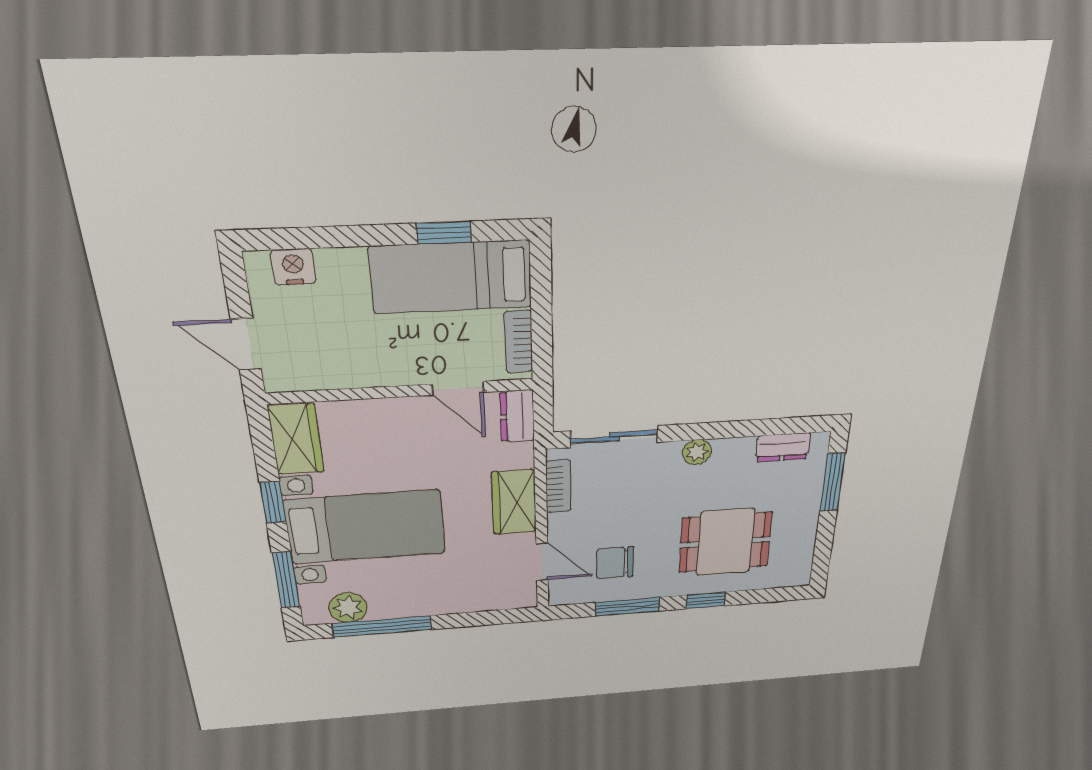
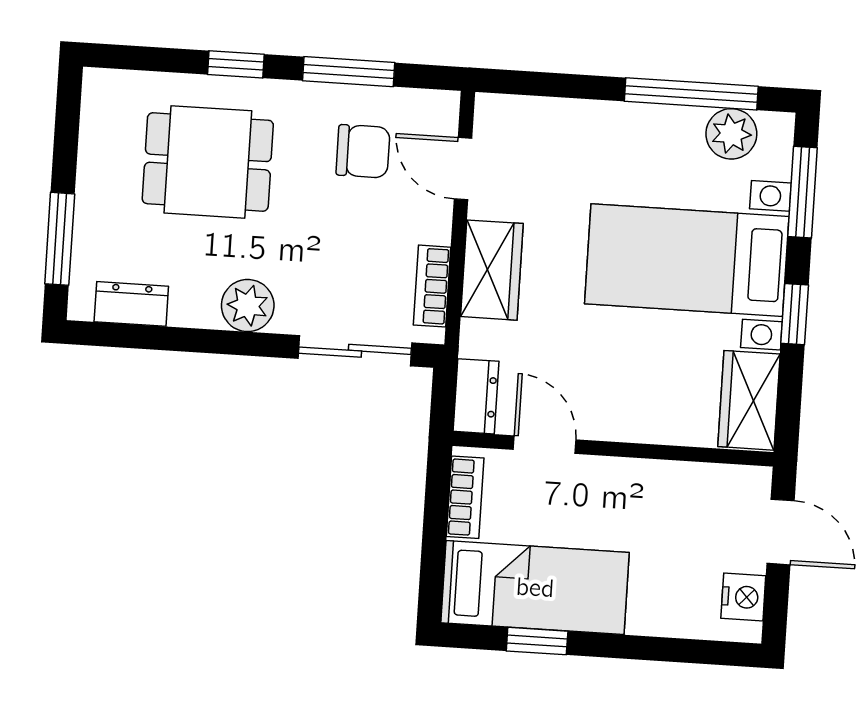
nightstand: (293, 267) -> (743, 597), moved, turned -90
plant: (697, 452) -> (248, 306), width x1.38, depth x1.38

